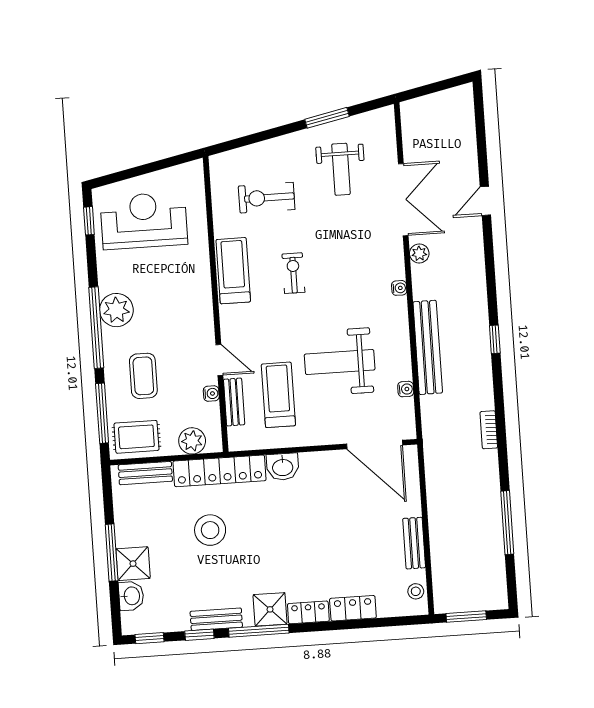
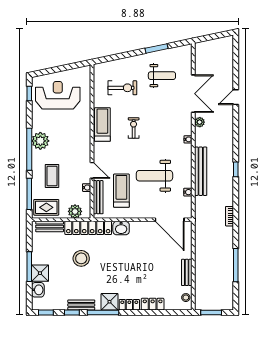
weight bench: (341, 169) -> (162, 76), turned -90
exercise bike: (267, 198) -> (122, 88), turned 180
bench: (234, 402) -> (98, 197), width x1.36

